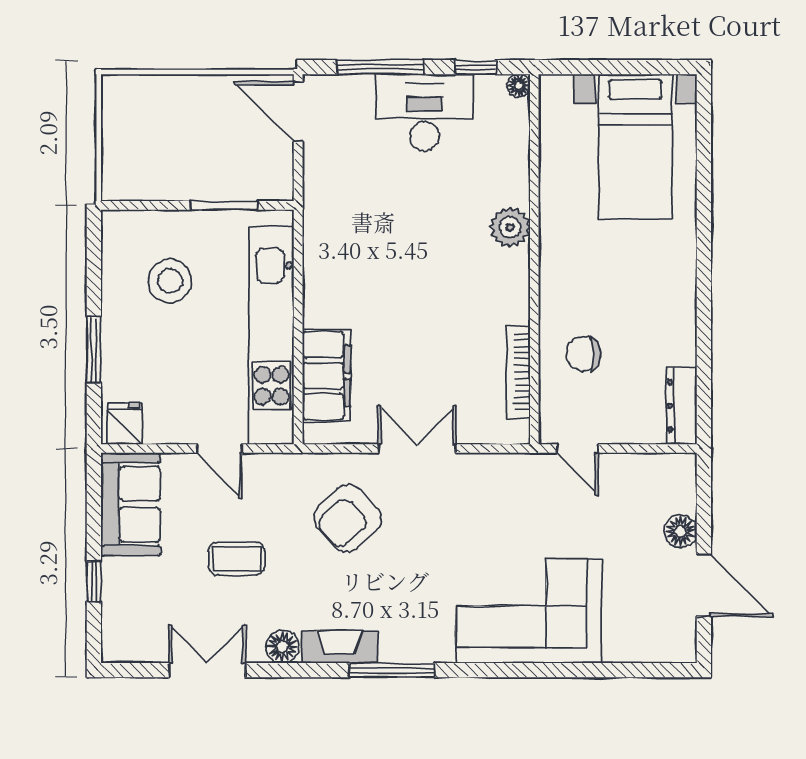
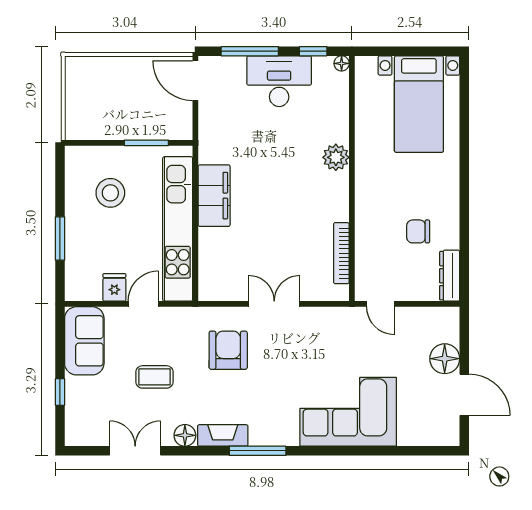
chair: (583, 354) -> (418, 231), moved
filing cabinet: (326, 376) -> (214, 196), moved
fridge: (125, 424) -> (114, 287), moved
door: (219, 449) -> (143, 304), swing flipped
armchair: (348, 518) -> (228, 350), turned 133
floor lamp: (680, 531) -> (445, 359), width x1.38, depth x1.38

